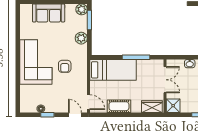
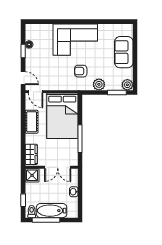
armchair: (65, 66) -> (81, 71), moved
bed: (113, 70) -> (62, 116), width x1.50
door: (88, 102) -> (36, 92), hinge flipped
door: (75, 115) -> (23, 78), hinge flipped

